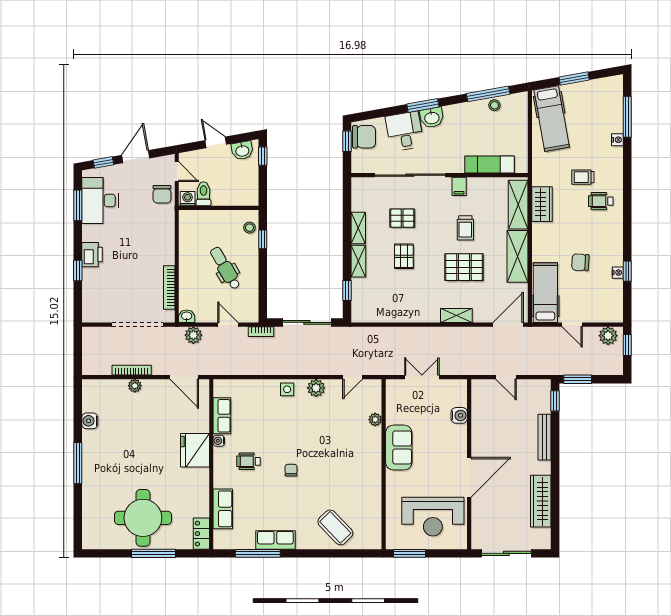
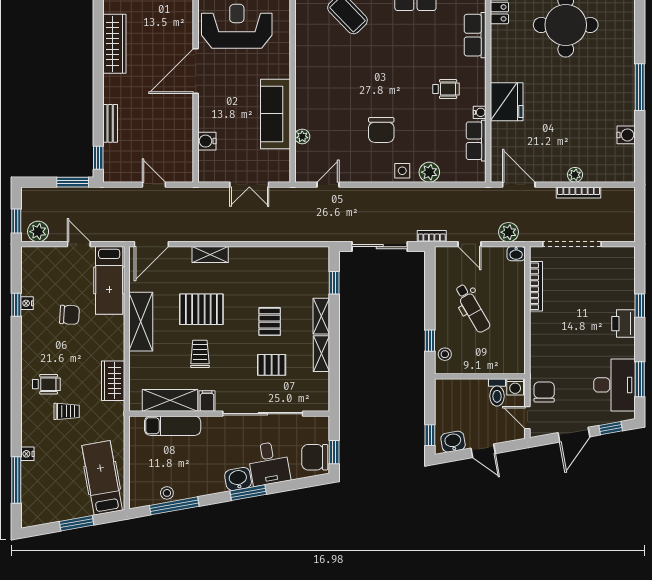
shelving: (518, 205) -> (170, 400), moved, turned 90
plant: (316, 388) -> (429, 172), moved
bench: (544, 437) -> (110, 123), width x0.73
sofa: (399, 447) -> (276, 114), width x1.36
chair: (291, 470) -> (381, 130), moved, width x1.87, depth x1.87

